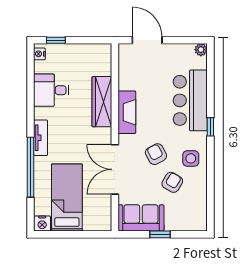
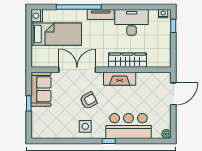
desk: (51, 90) -> (132, 22), width x1.37
armchair: (172, 182) -> (67, 113), removed

